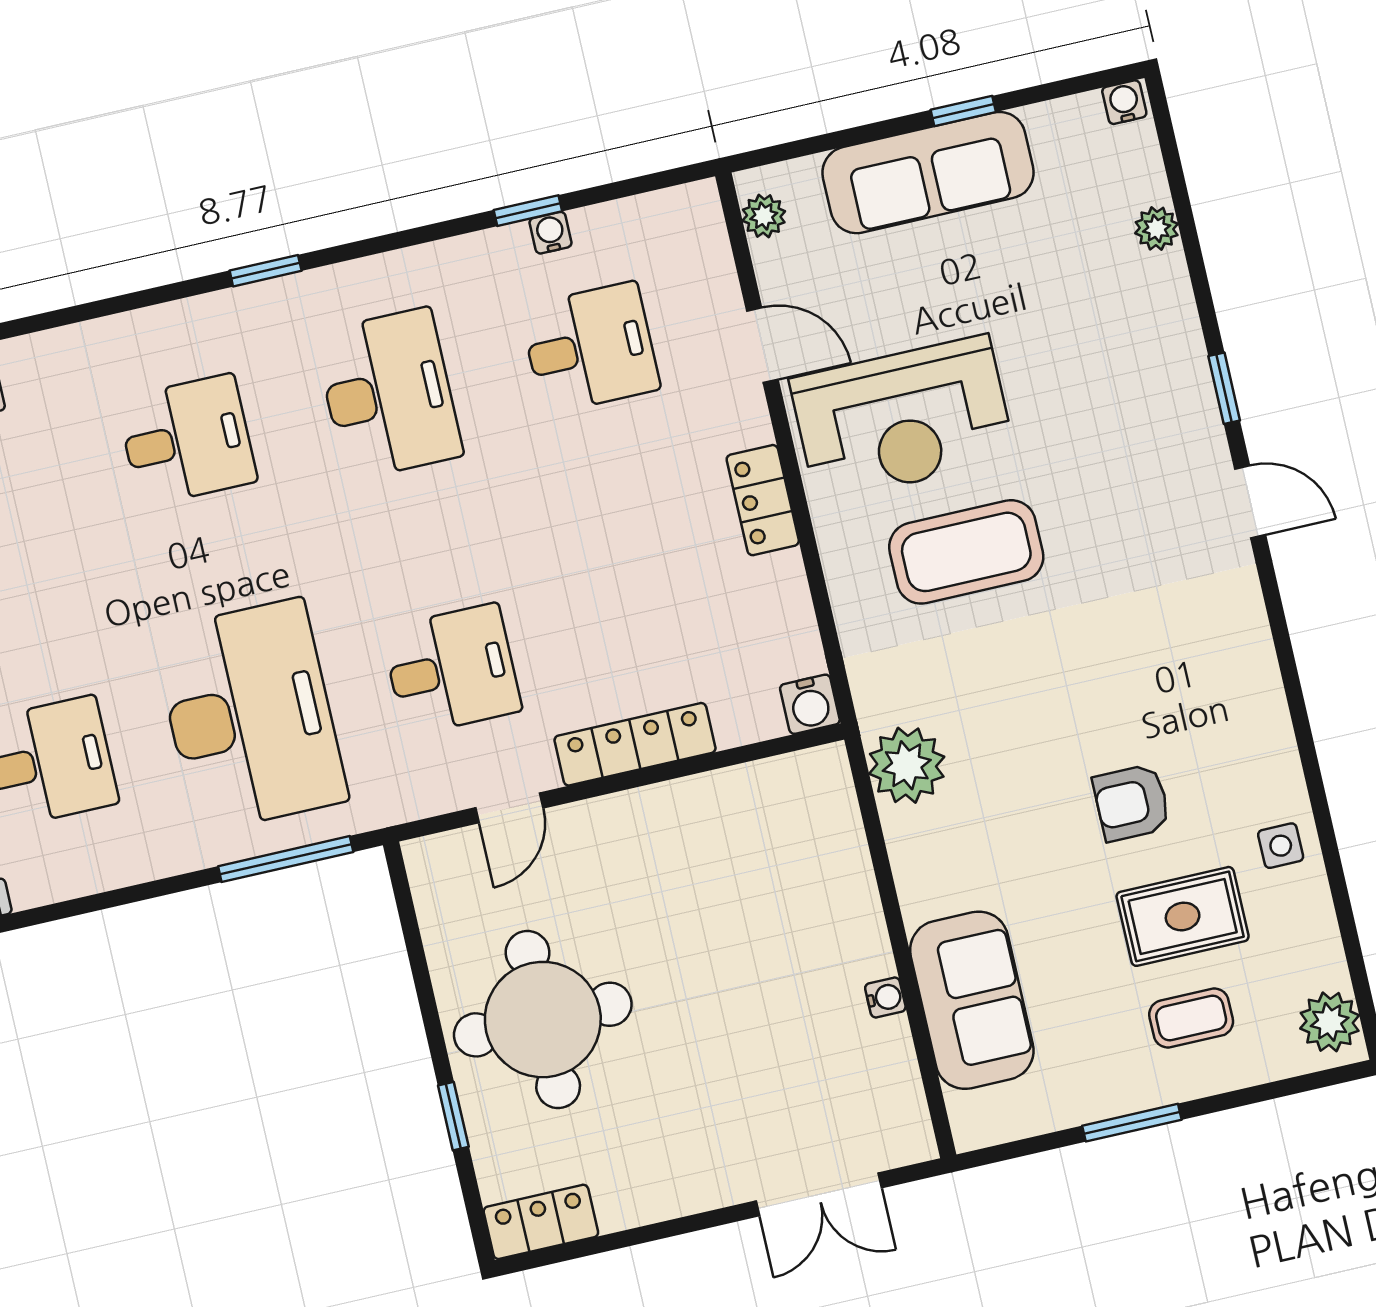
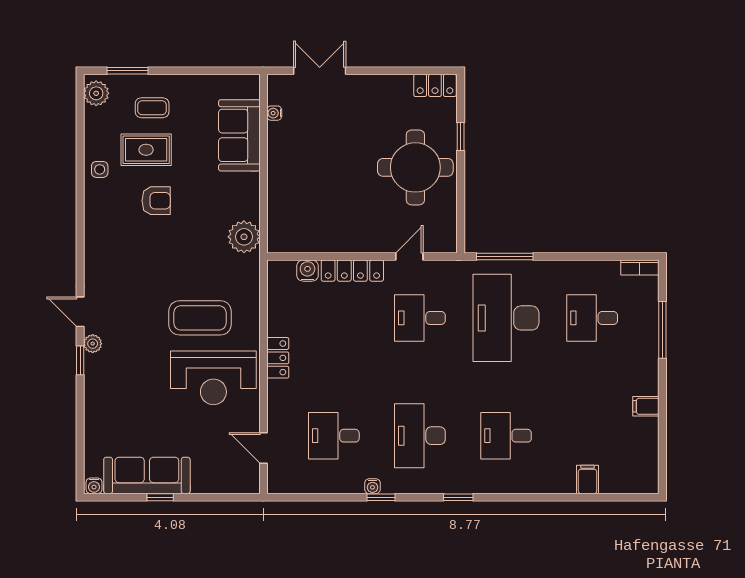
sofa: (928, 173) -> (147, 475), moved
window: (528, 211) -> (381, 497), moved
plant: (764, 216) -> (251, 473), removed
plant: (1157, 229) -> (93, 344), moved
water cooler: (550, 233) -> (372, 486), moved
door: (762, 345) -> (263, 448), moved
reception desk: (903, 419) -> (213, 378), turned 180
water cooler: (810, 704) -> (308, 271), moved
water cooler: (885, 998) -> (274, 113), moved
window: (1132, 1123) -> (127, 71), moved

